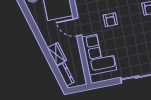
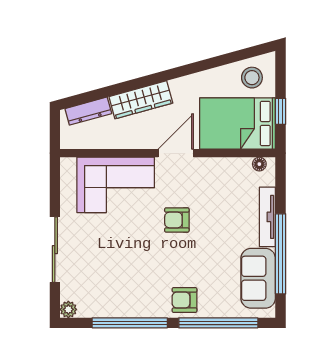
wardrobe: (57, 54) -> (141, 100), width x1.50

